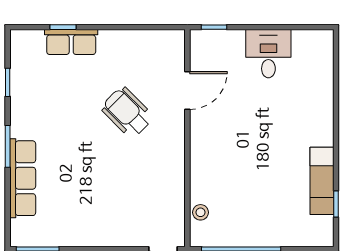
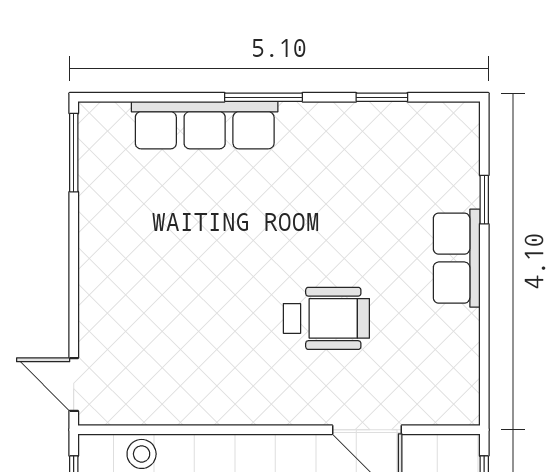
row of seats: (71, 42) -> (457, 258), moved
wheelchair: (127, 112) -> (326, 318), turned 45

